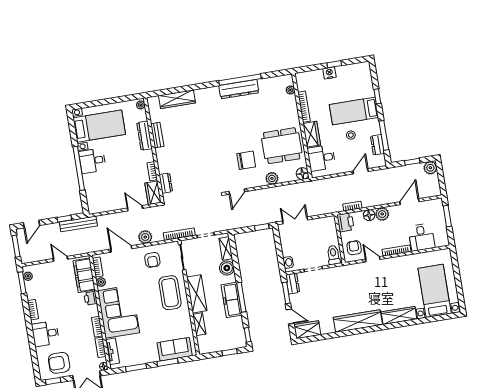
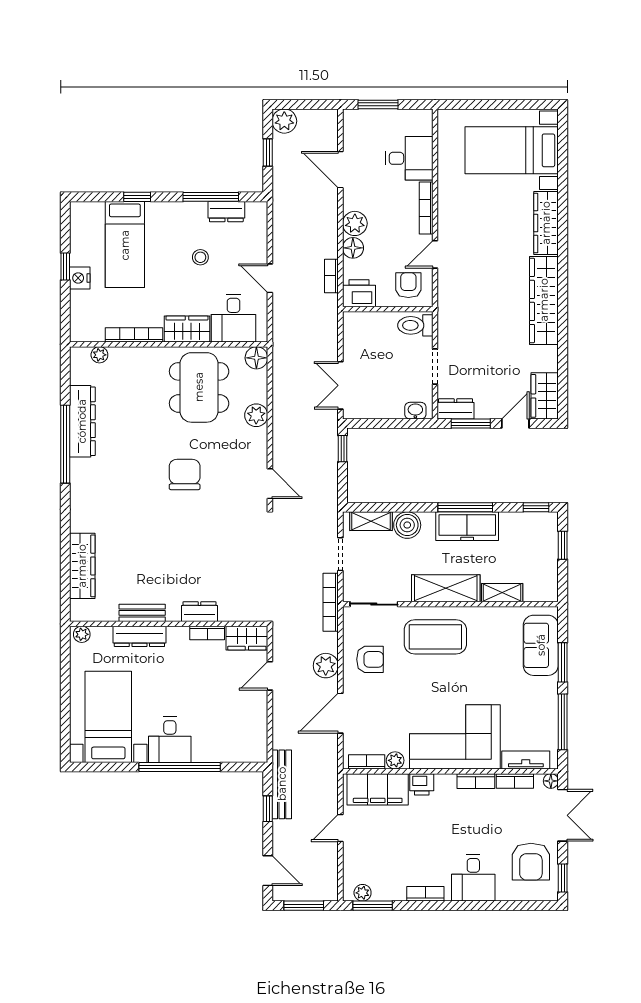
dresser: (239, 89) -> (82, 421), moved
bed: (354, 111) -> (125, 245), moved
chair: (246, 160) -> (185, 475), moved
door: (361, 171) -> (270, 278), moved
dresser: (166, 183) -> (200, 612), moved
armchair: (354, 248) -> (408, 285), turned 90
window: (136, 368) -> (563, 722), width x1.44

